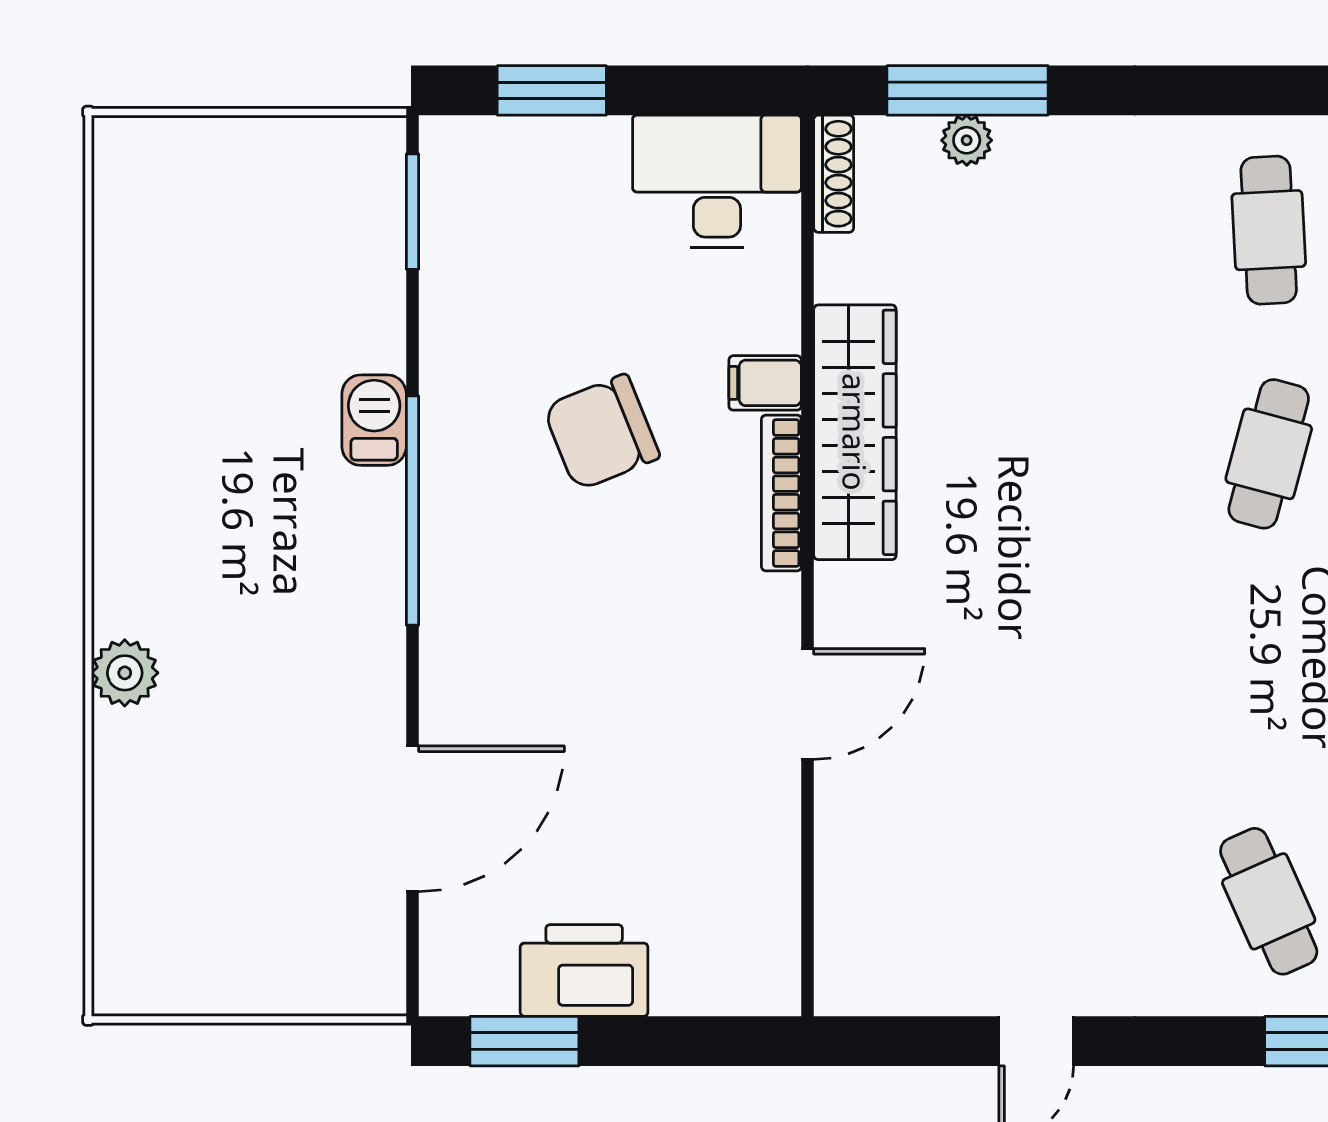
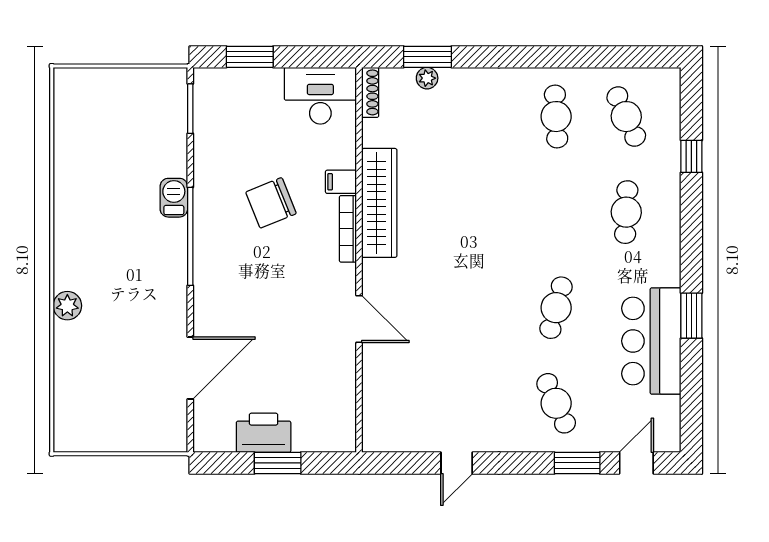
window: (968, 90) -> (427, 57), width x0.69
cafe table: (1269, 454) -> (556, 308), moved
door: (808, 704) -> (359, 319), hinge flipped
window: (524, 1041) -> (278, 463), moved

